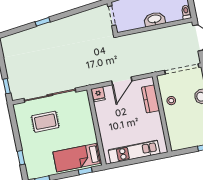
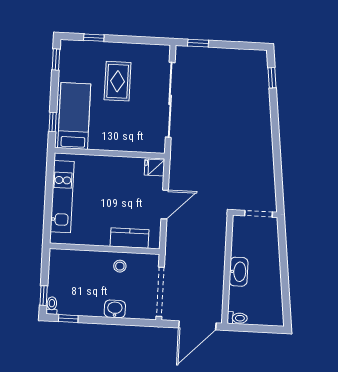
window: (43, 22) -> (272, 78), moved
door: (122, 81) -> (165, 204), swing flipped
rug: (45, 122) -> (118, 81), moved

